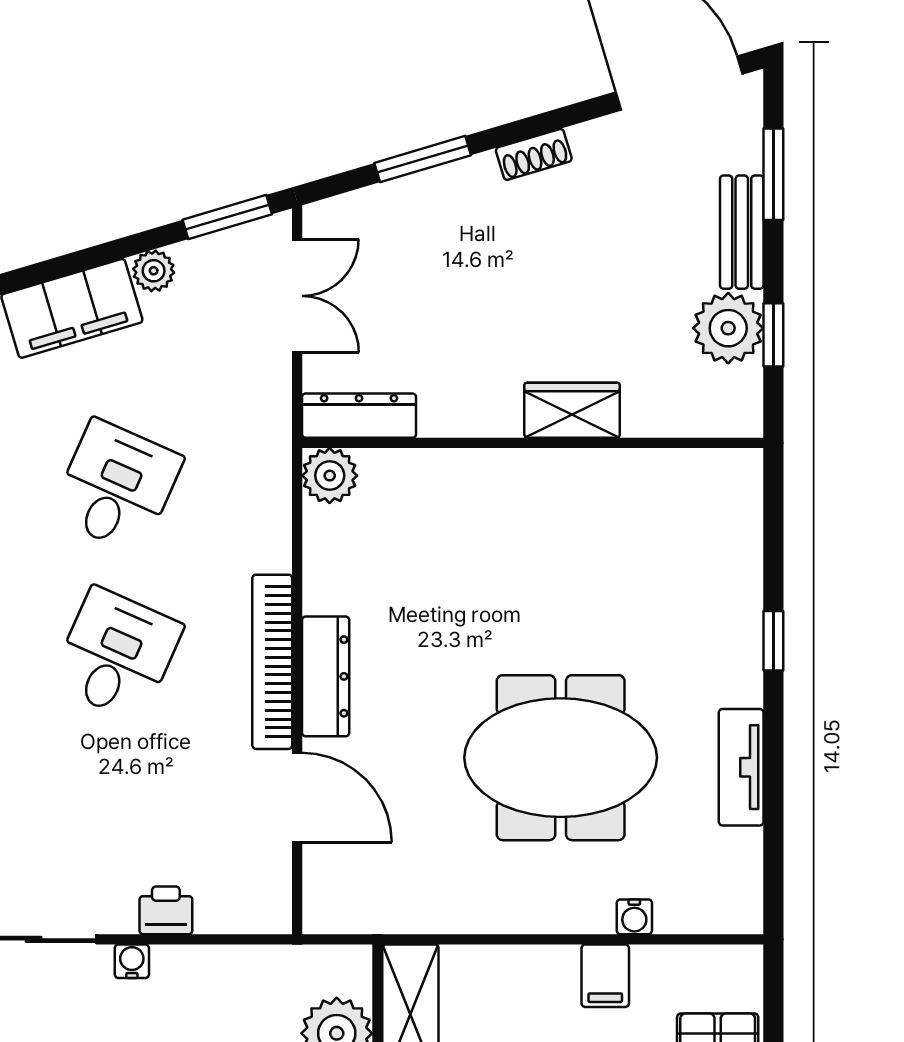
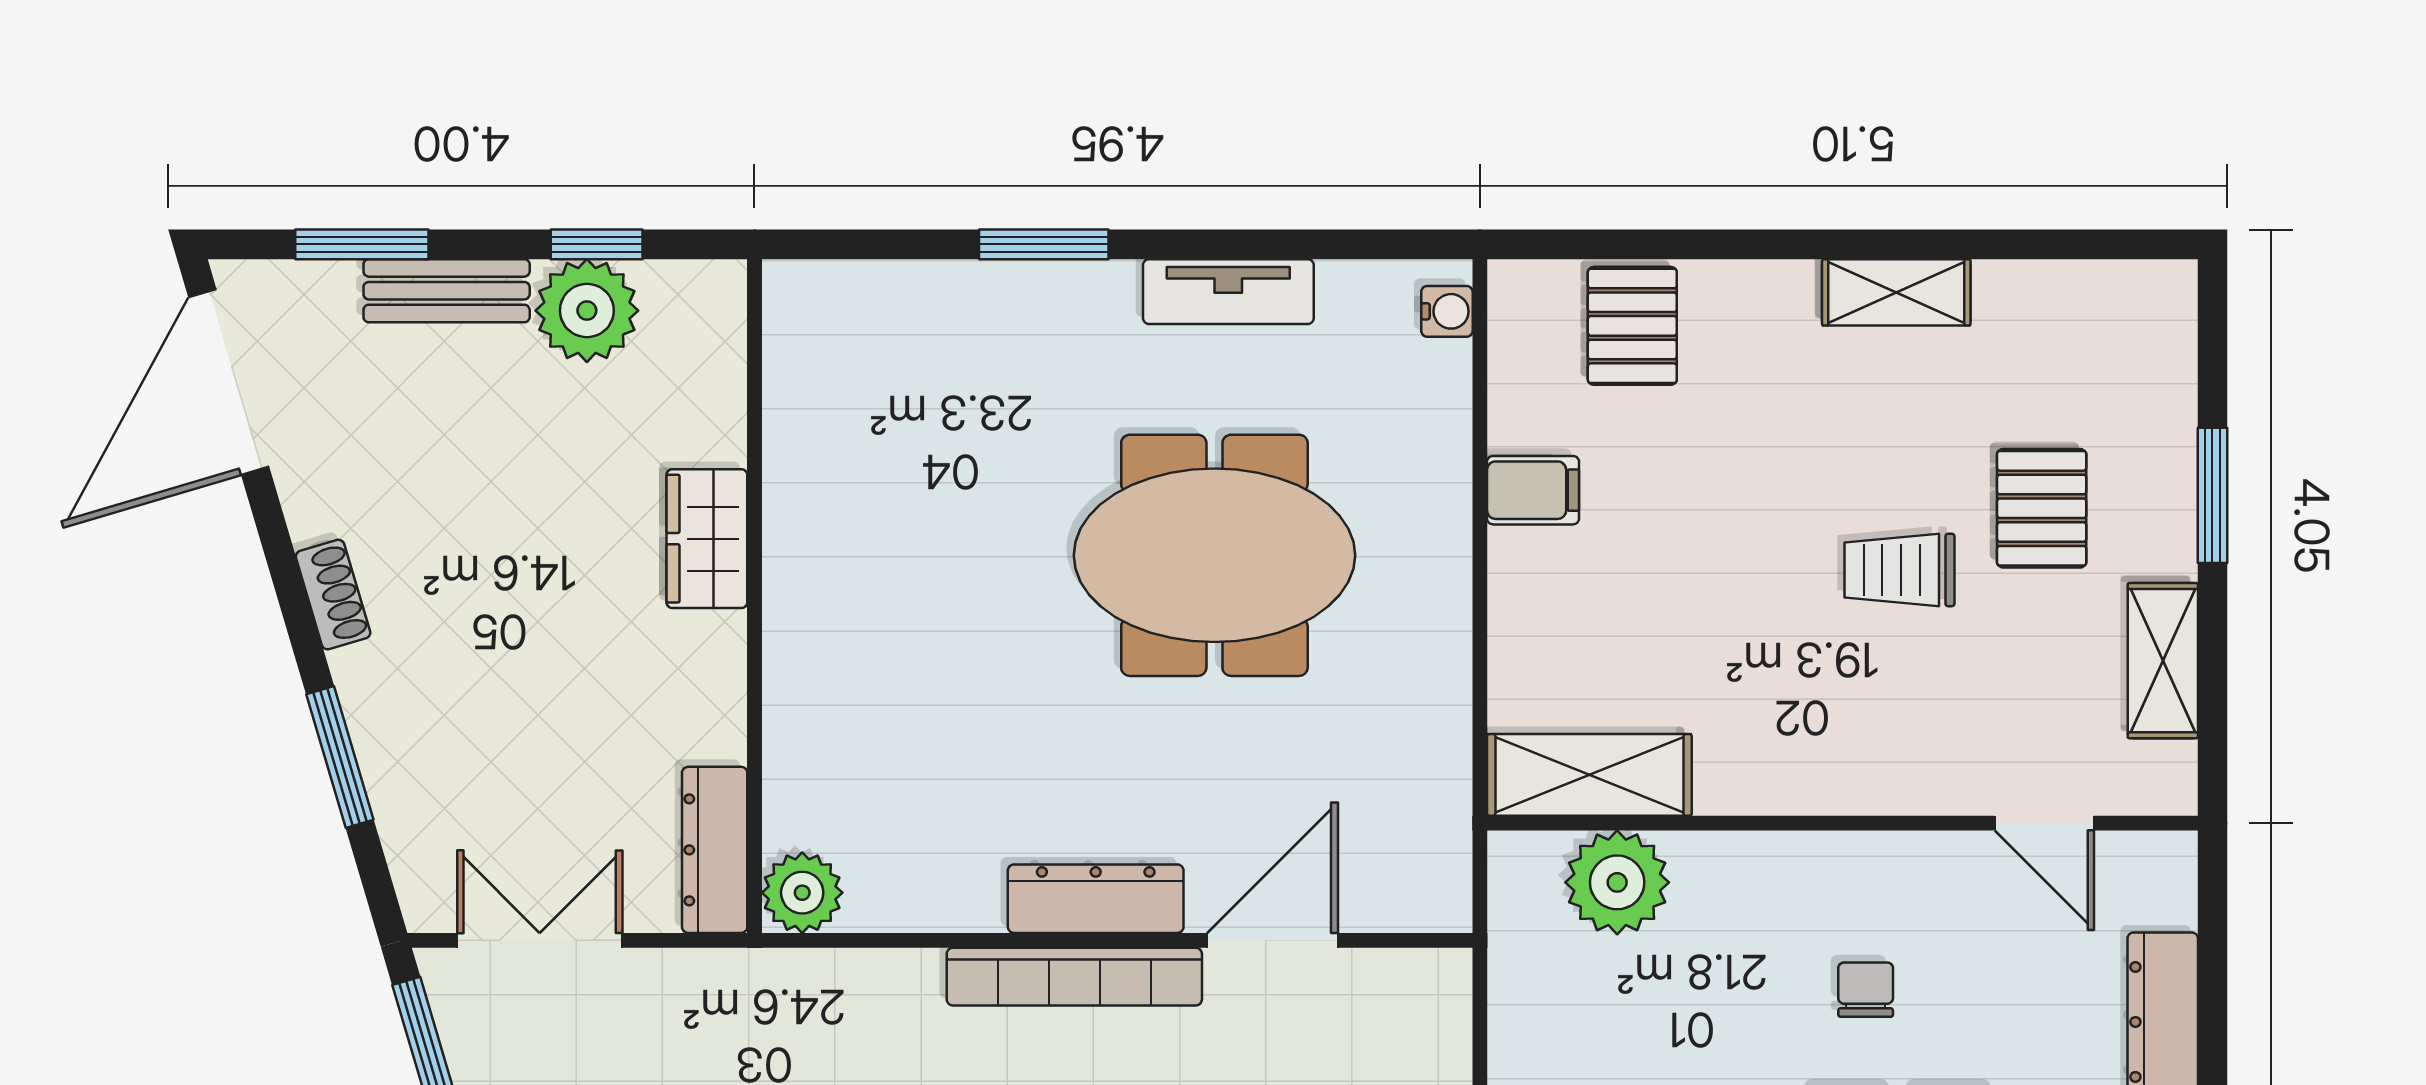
window: (773, 641) -> (1044, 244), width x1.50
meeting table: (561, 758) -> (1214, 555), turned 90
water cooler: (634, 917) -> (1447, 311), moved

